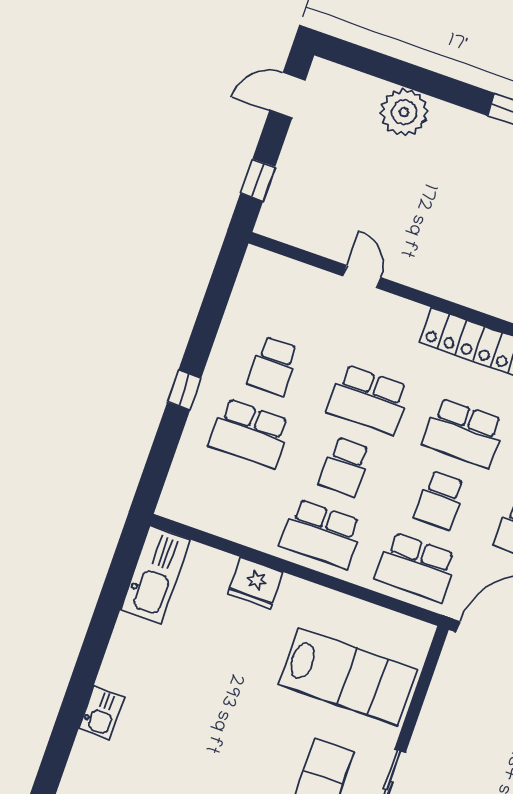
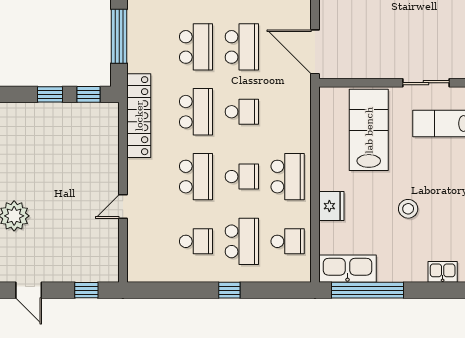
school desk: (416, 567) -> (288, 241), moved, width x0.54
window: (113, 593) -> (368, 290), added
stool: (212, 694) -> (408, 209), added

